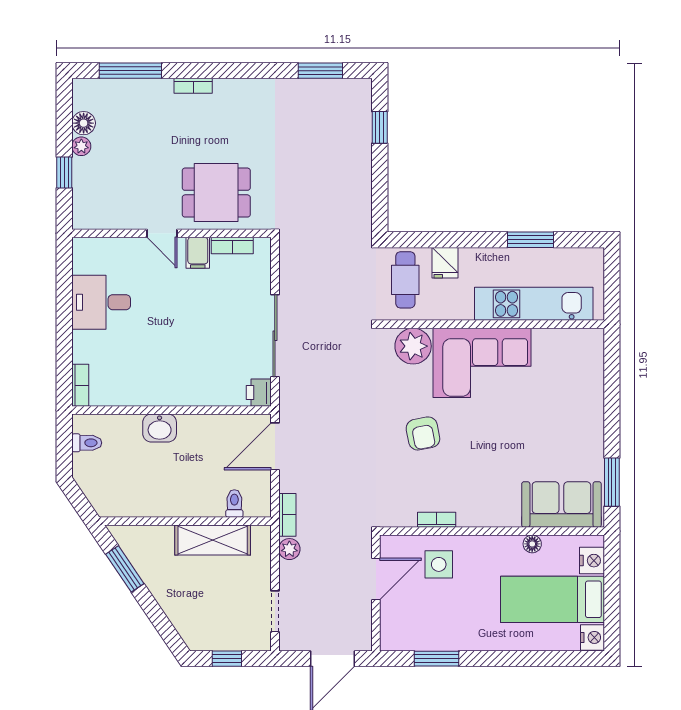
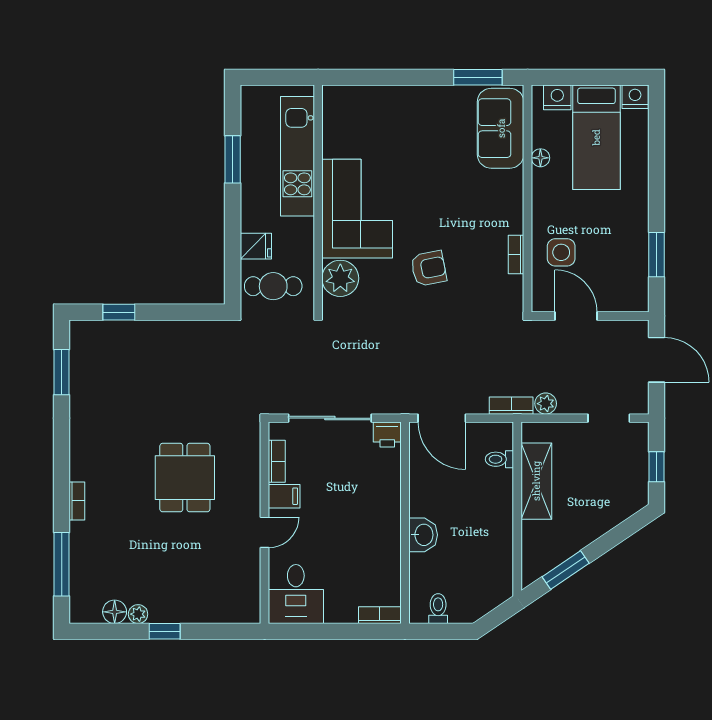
door: (162, 233) -> (265, 532), moved
wall: (172, 233) -> (265, 523), moved
bookcase: (232, 246) -> (277, 461), moved
filing cabinet: (198, 253) -> (284, 496), moved

